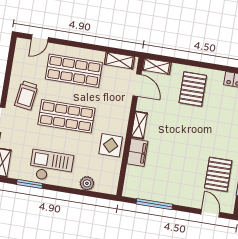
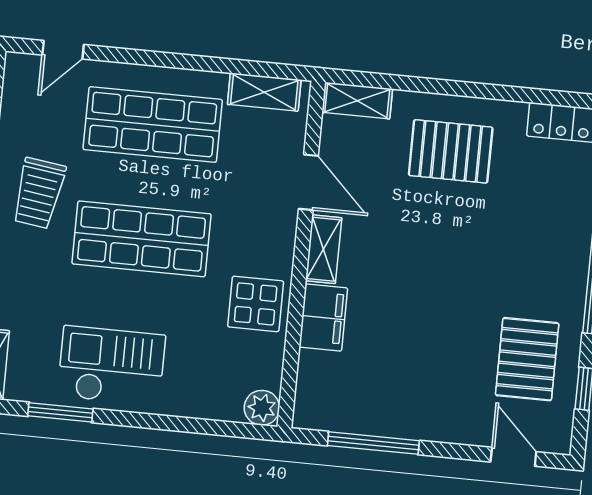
door: (137, 85) -> (308, 182), moved
pallet: (193, 89) -> (451, 151), turned 90
plant: (87, 183) -> (262, 408), moved

